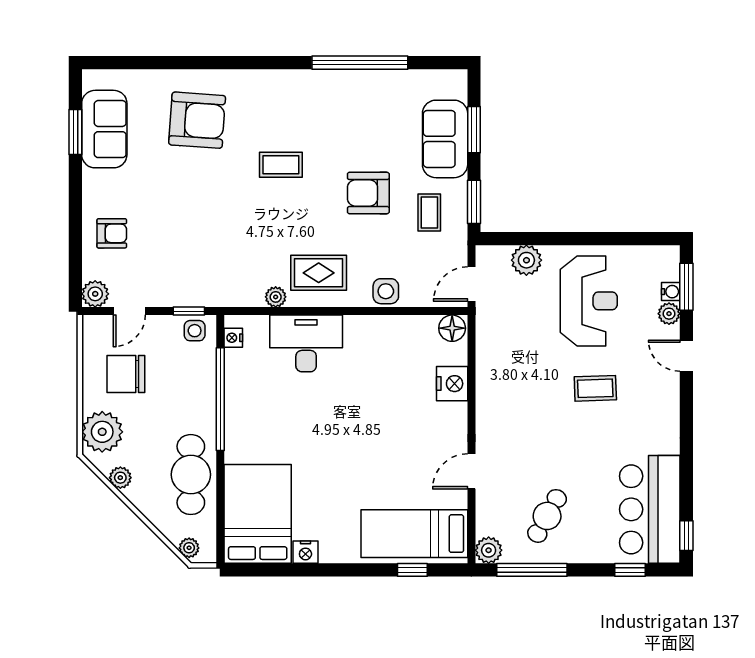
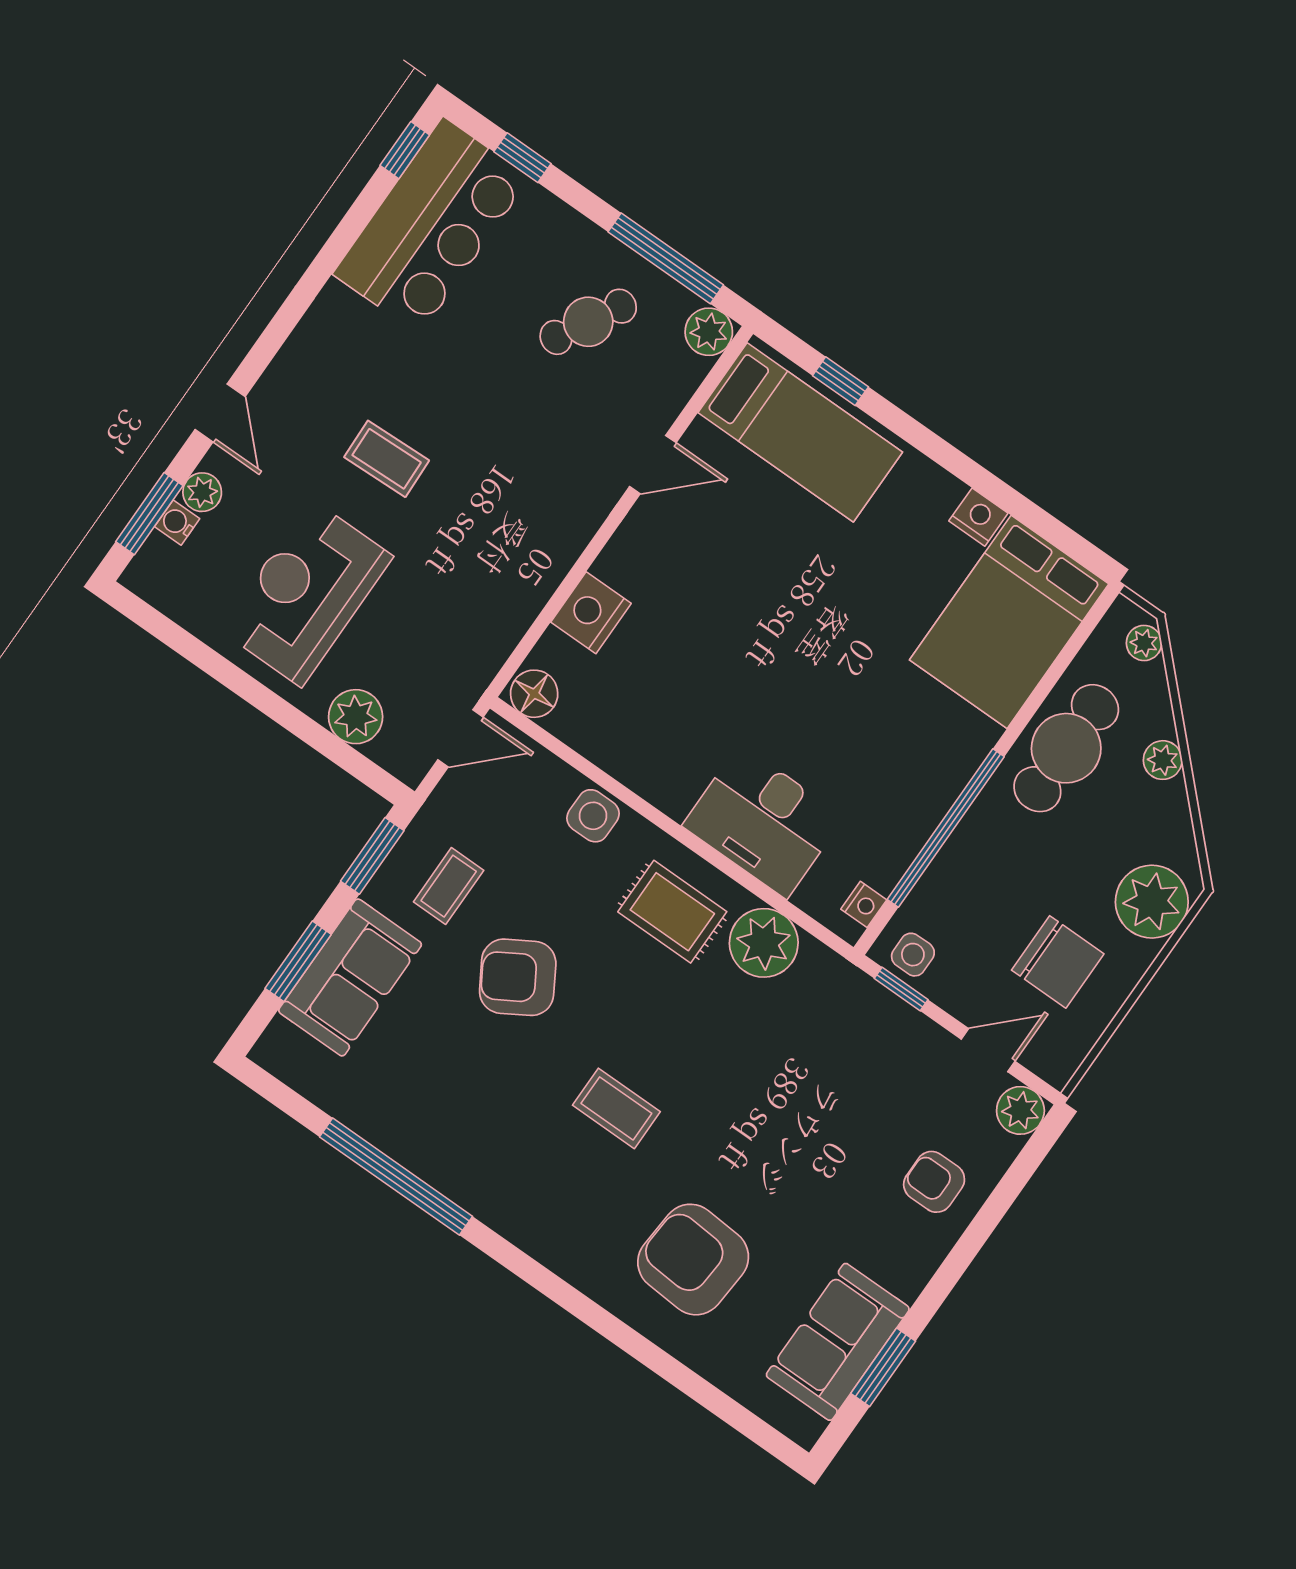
armchair: (368, 193) -> (518, 977), turned 149
plant: (276, 297) -> (764, 943), width x1.88, depth x1.88
plant: (120, 478) -> (1163, 760), moved

